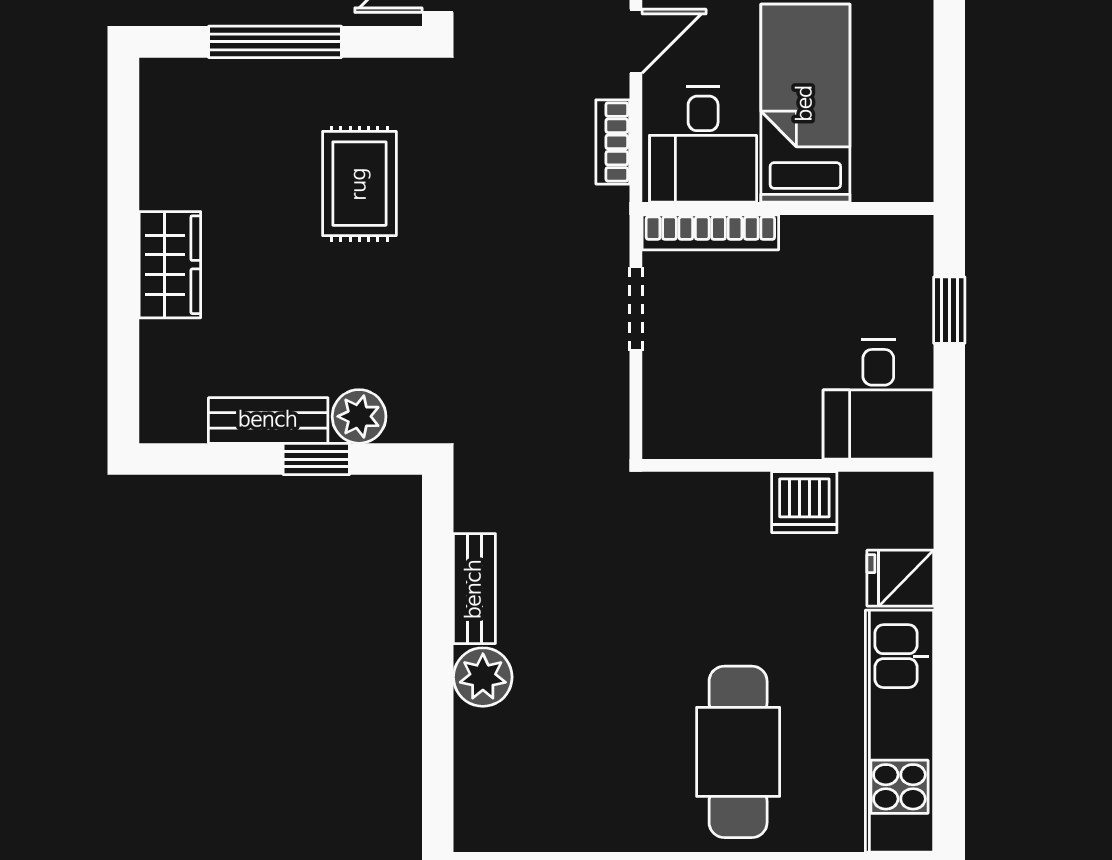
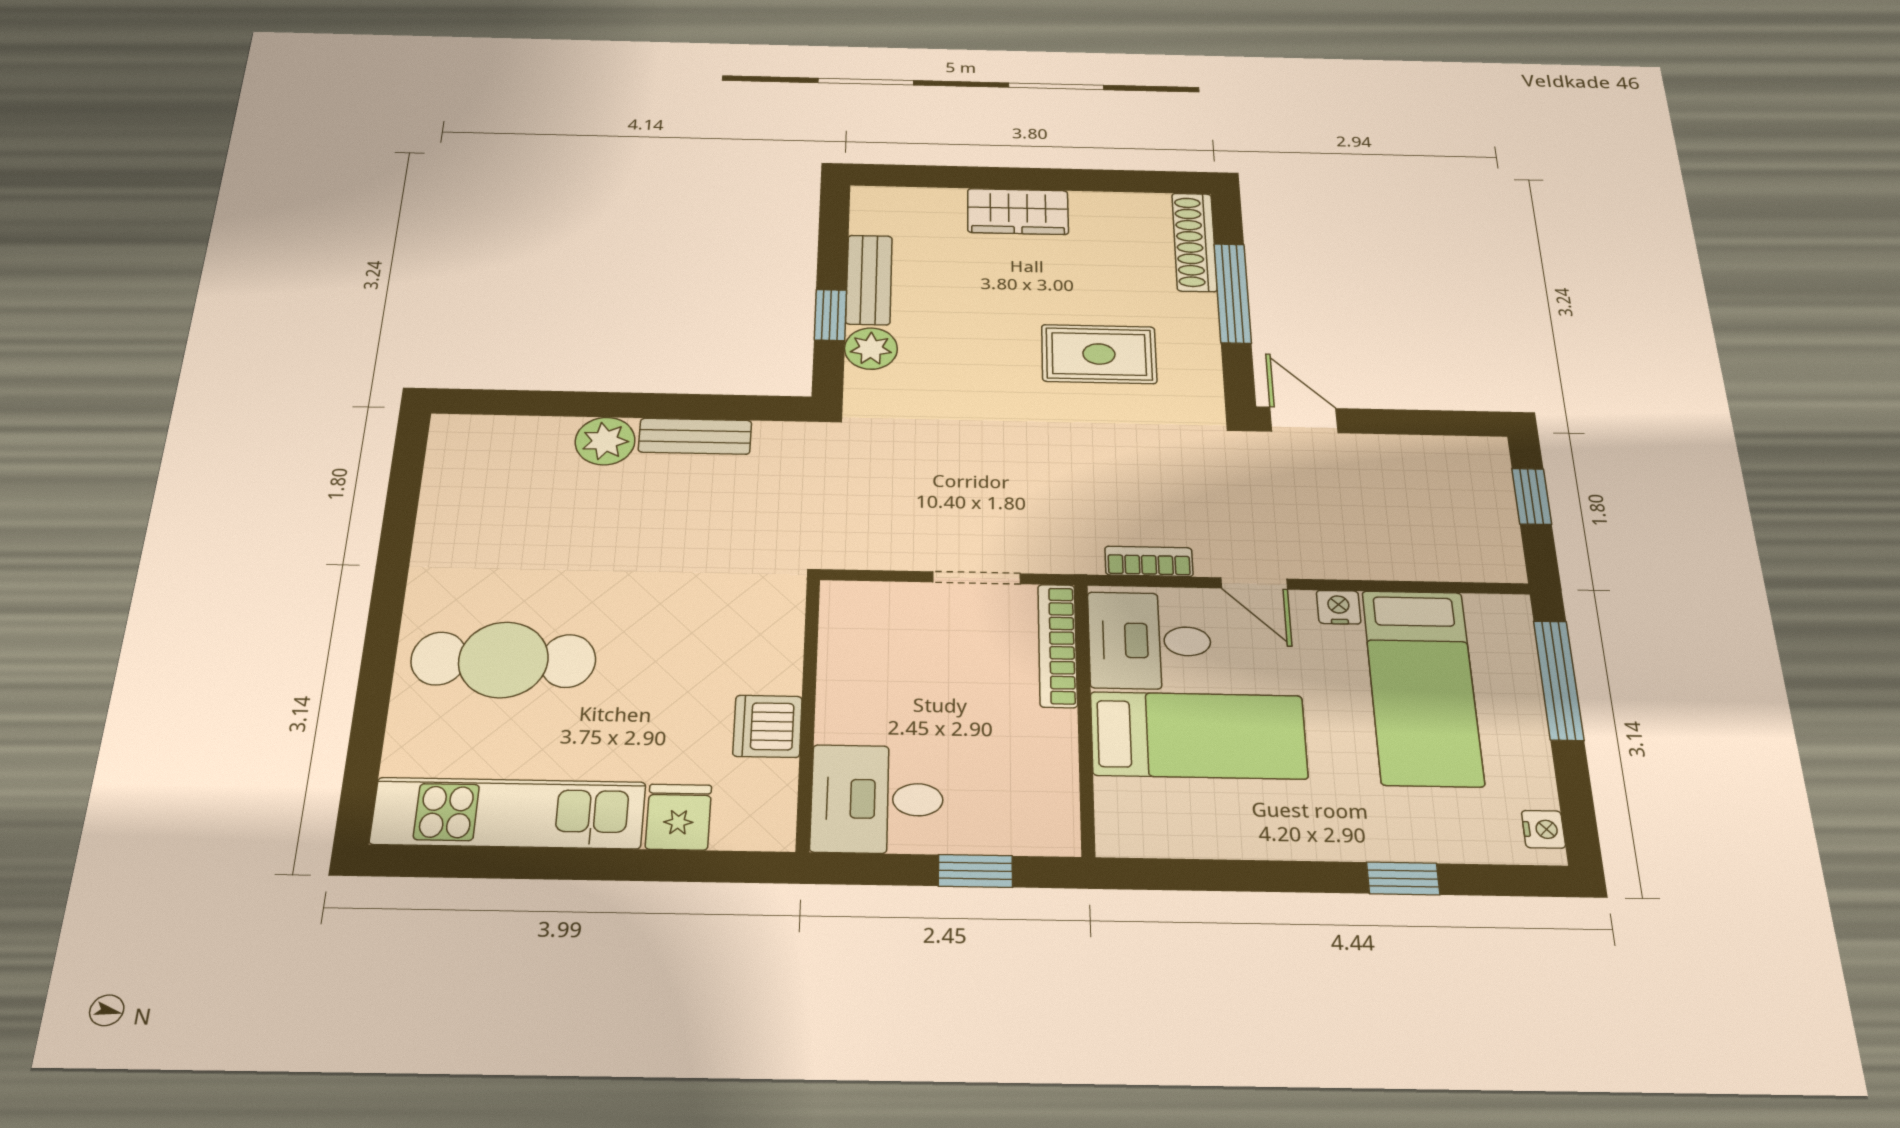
shoe rack: (207, 78) -> (1194, 242), added

